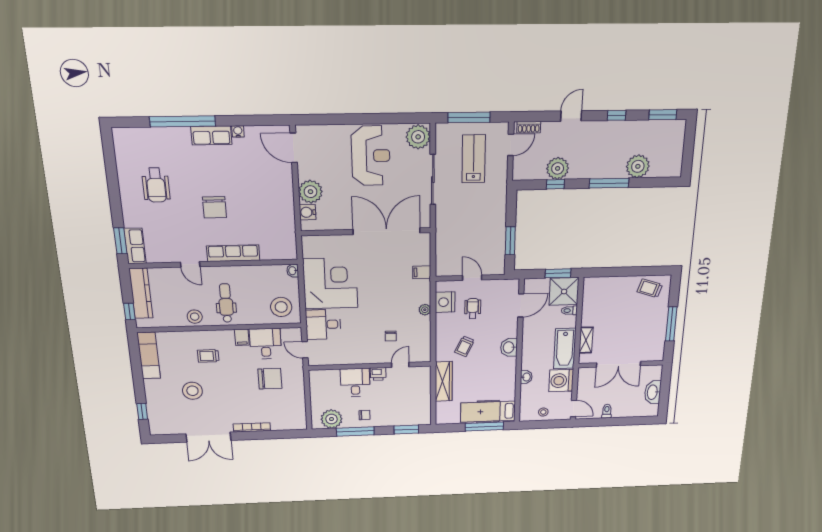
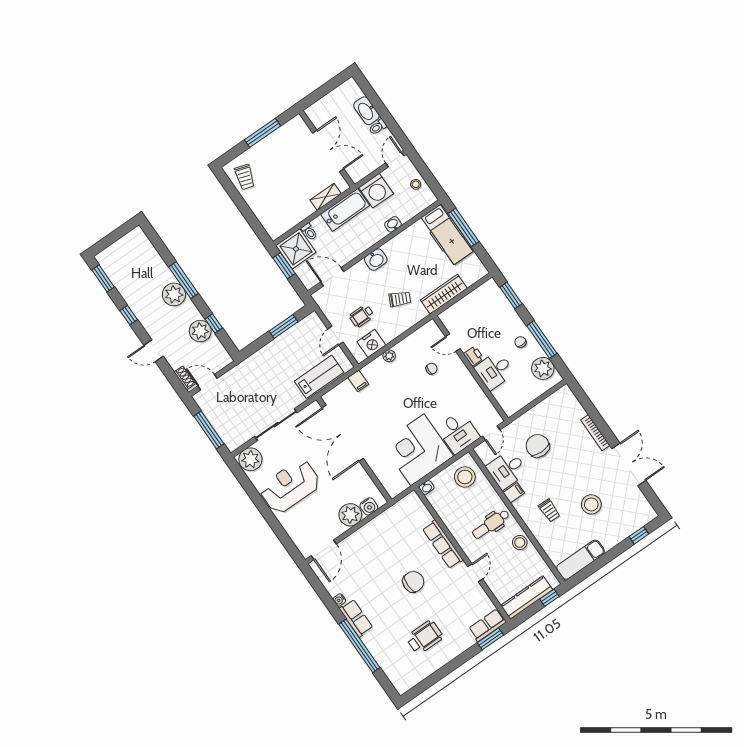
lab bench: (474, 159) -> (319, 377), moved, turned 180
plant: (638, 166) -> (174, 294), moved
washbasin: (653, 392) -> (366, 111), moved, turned 90

